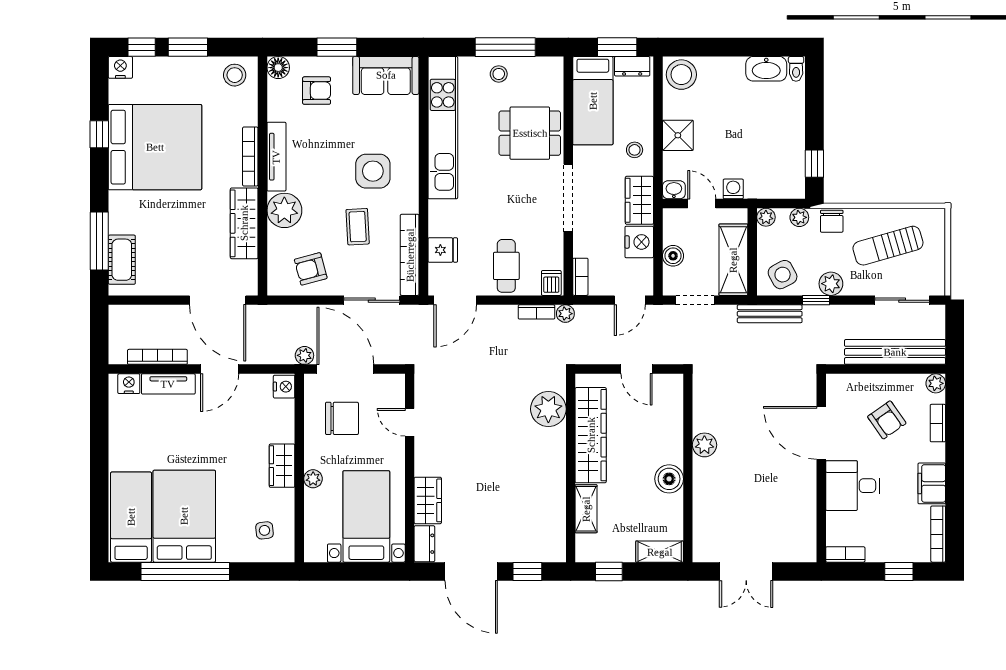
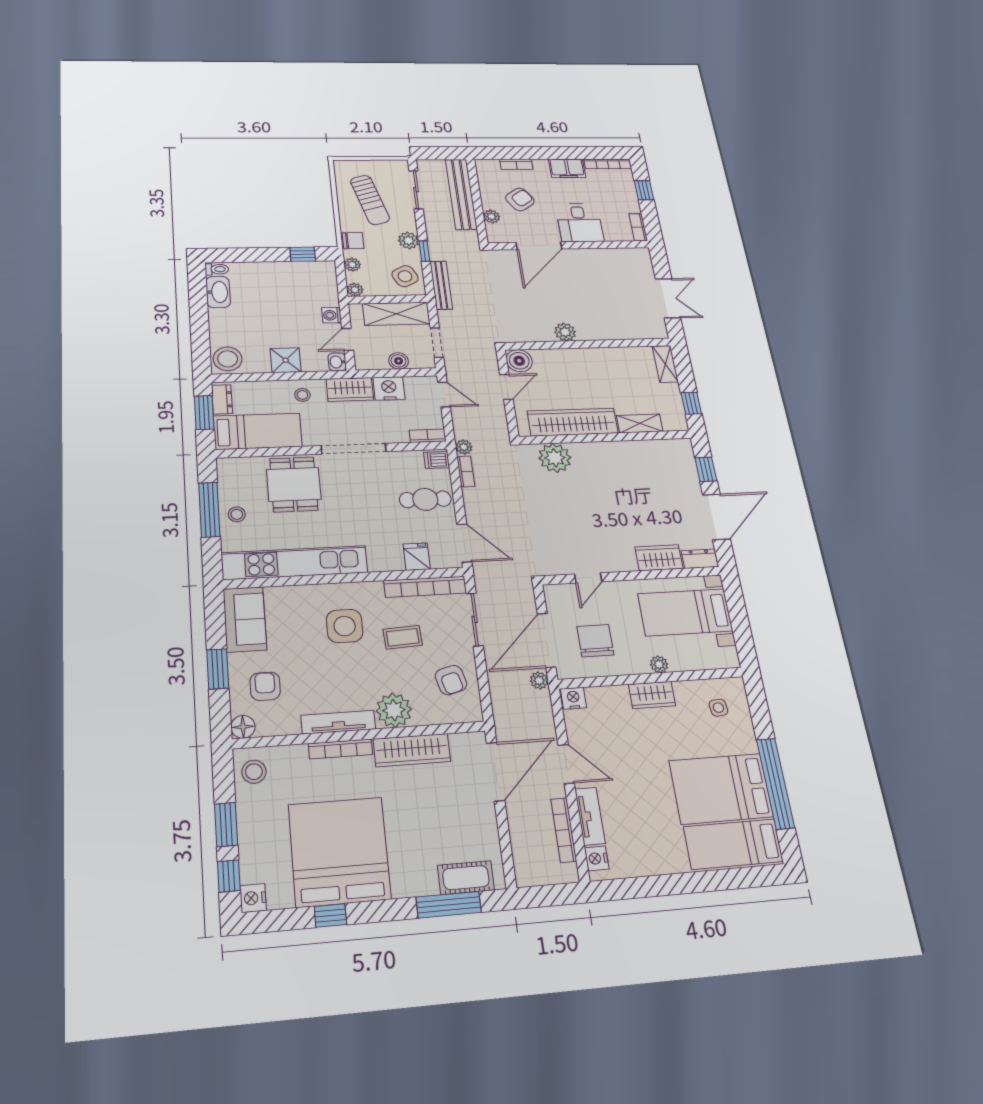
plant: (936, 383) -> (492, 217), moved
boiler: (669, 479) -> (519, 361), moved

